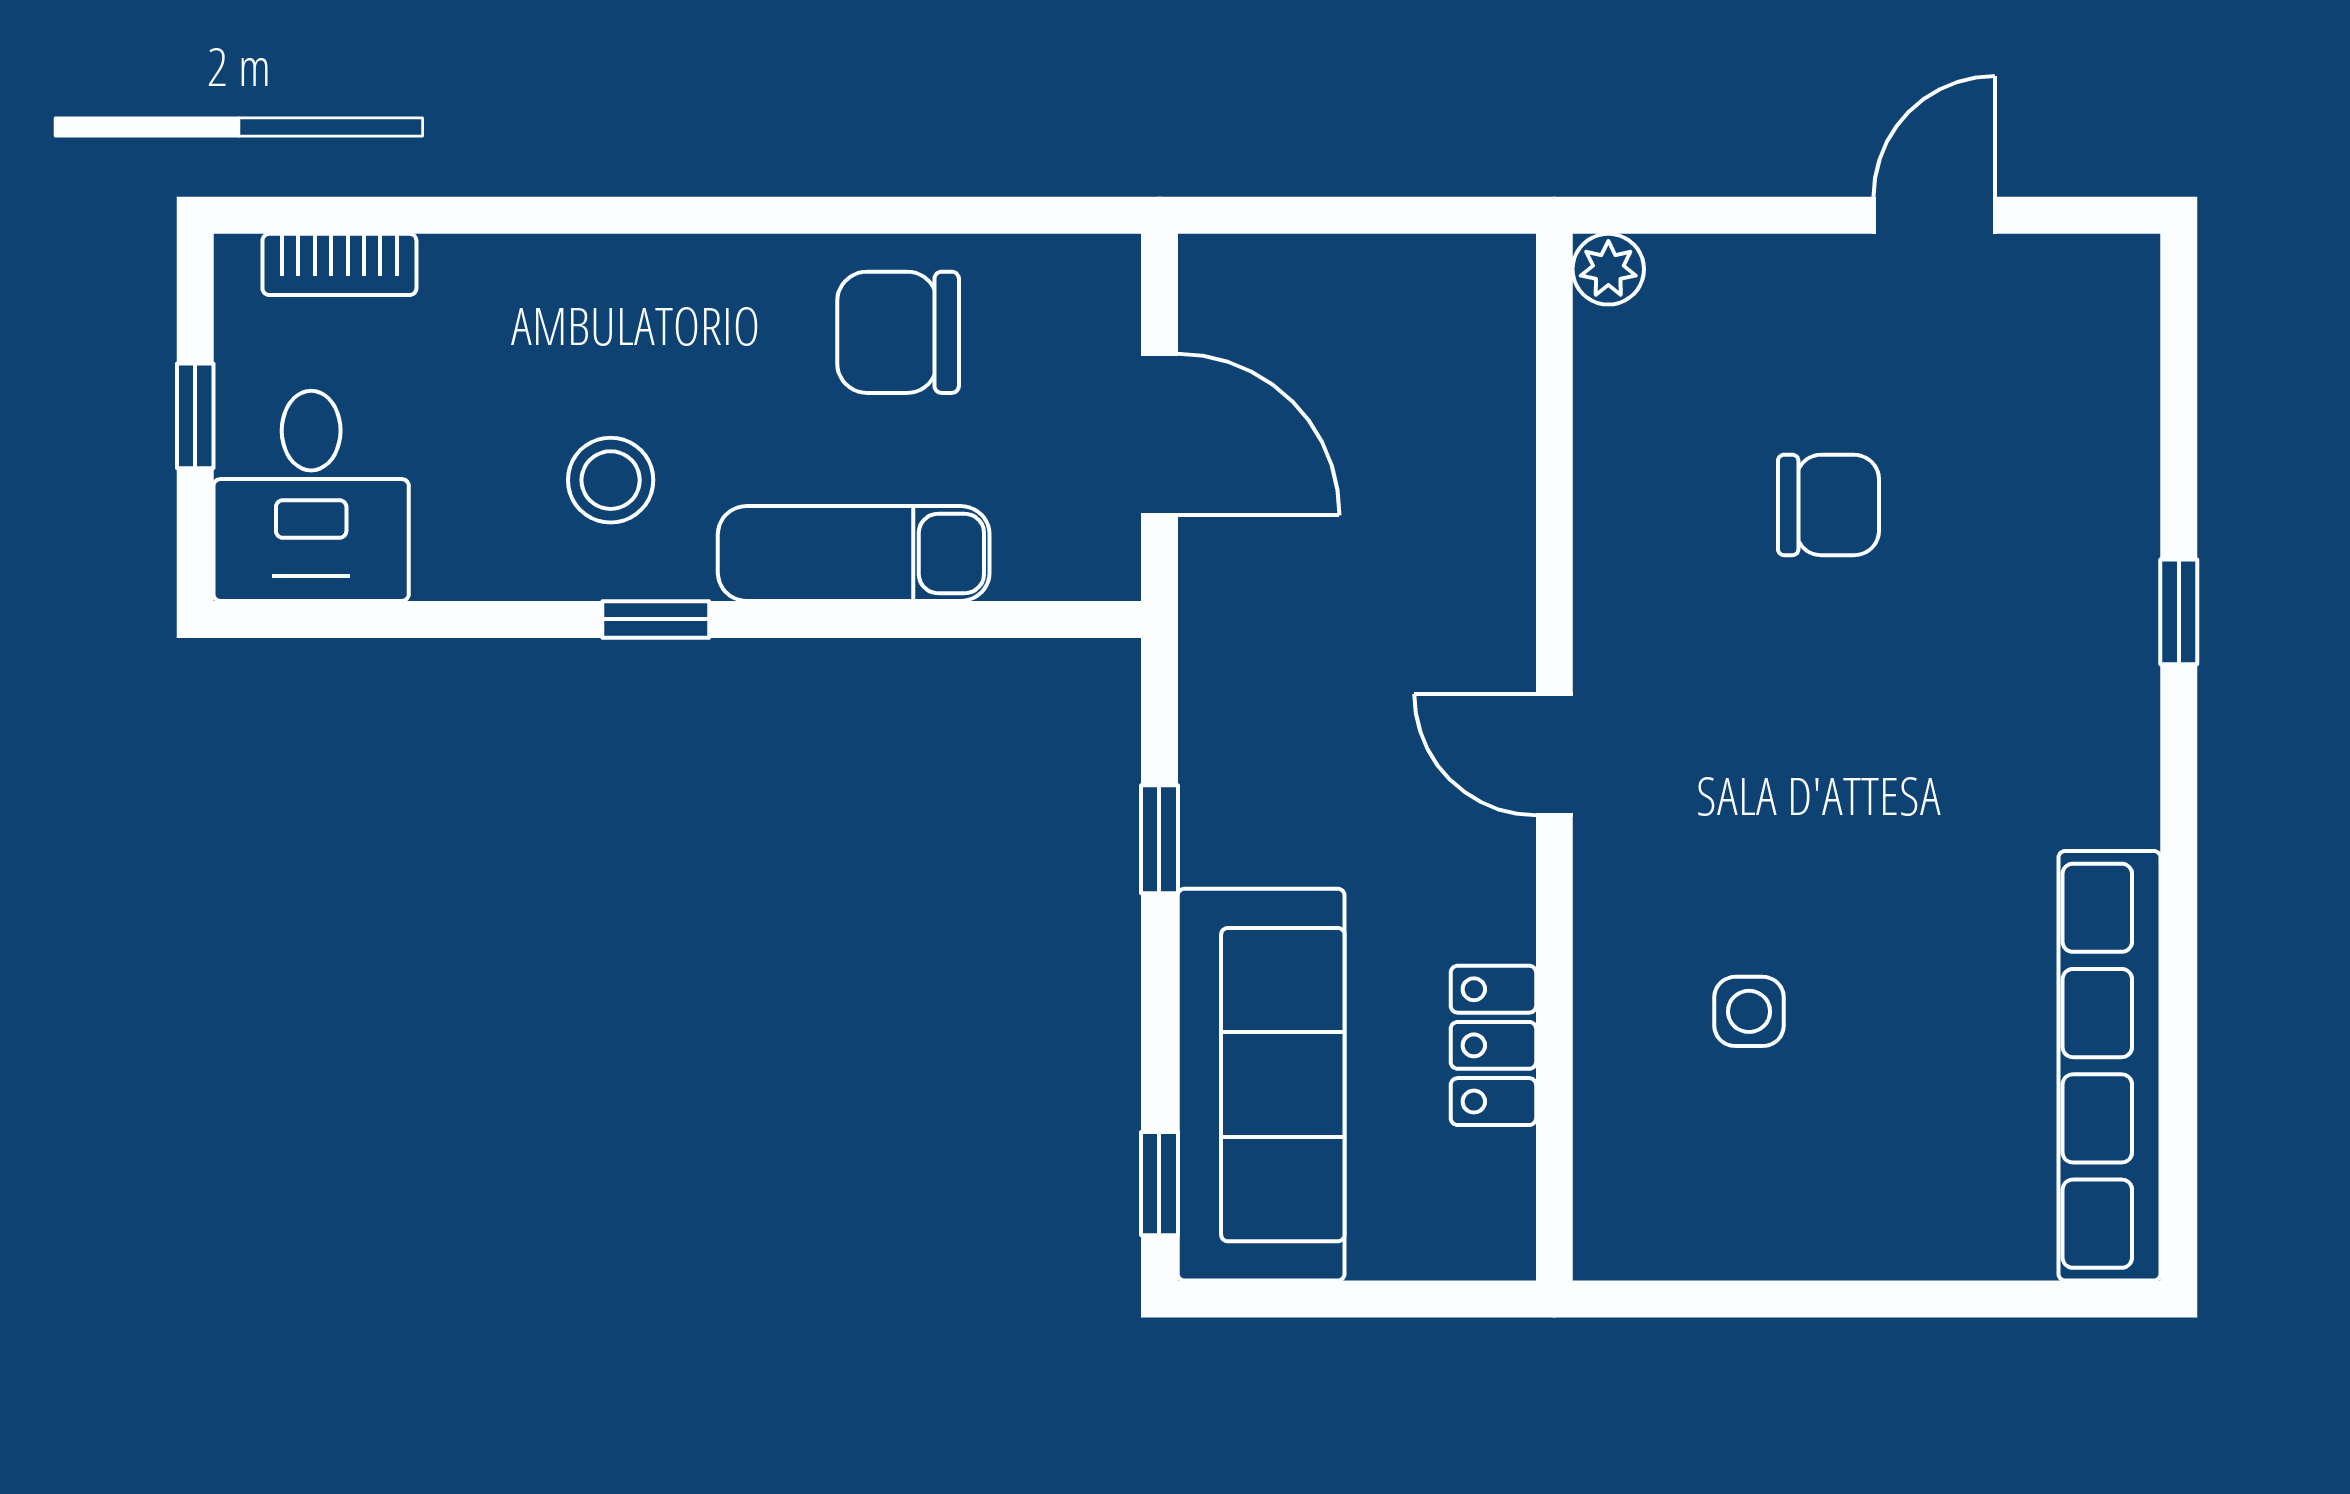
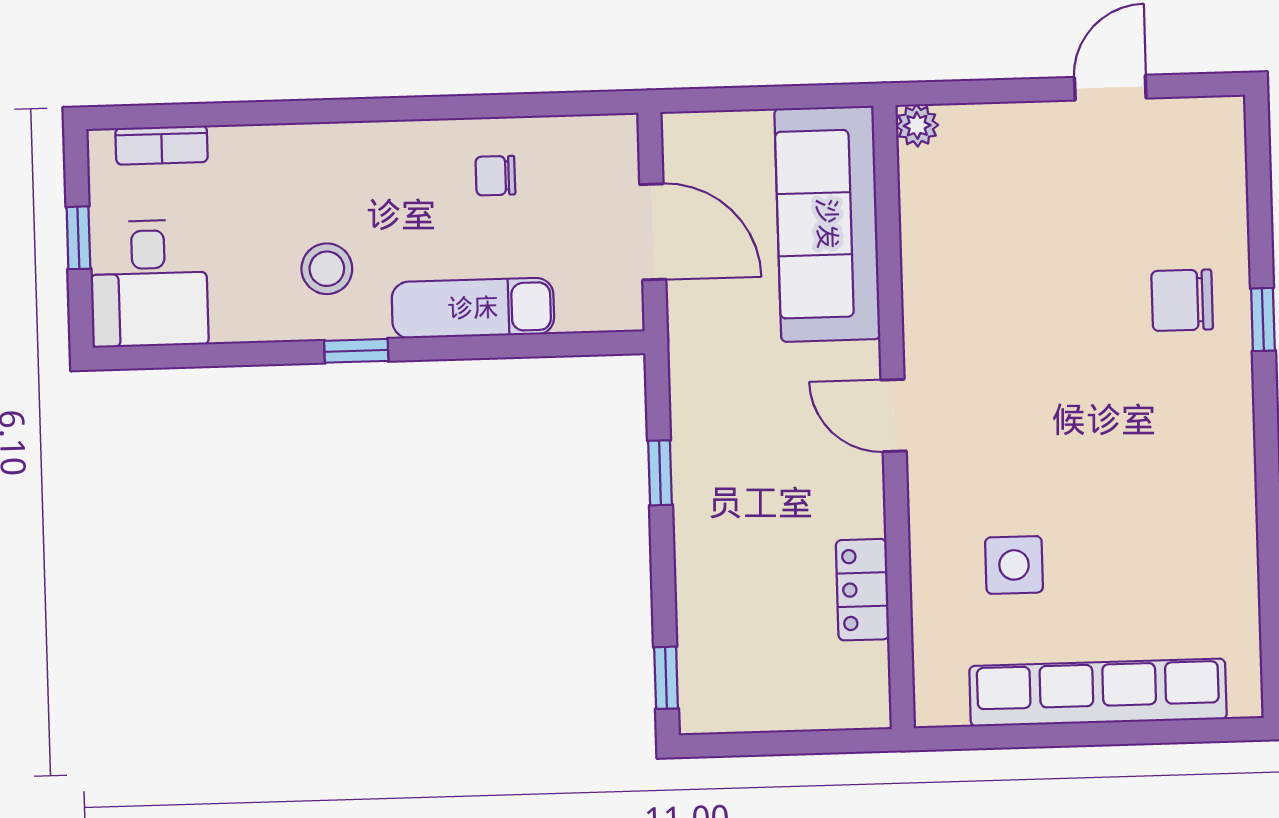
chair: (898, 332) -> (495, 176), width x0.54, depth x0.54
chair: (1828, 505) -> (1182, 300), moved, turned 180
side table: (1749, 1011) -> (1014, 565), width x1.37, depth x1.37
row of seats: (2110, 1066) -> (1098, 693), moved, turned 90
sofa: (1261, 1085) -> (827, 224), moved, turned 180

